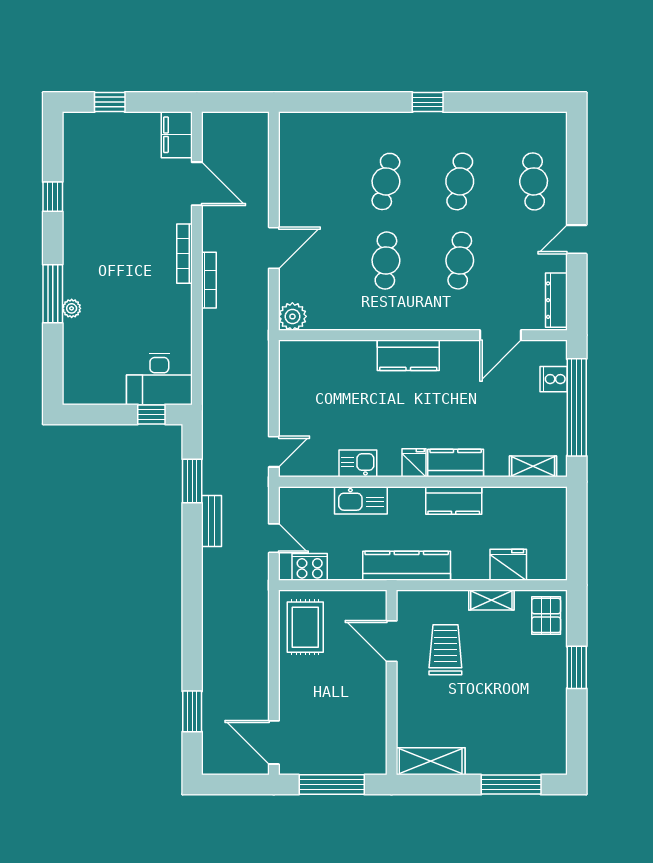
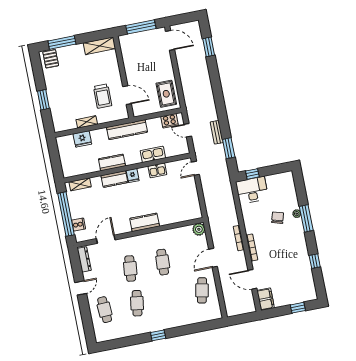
cafe table: (386, 181) -> (202, 290), moved
chair: (115, 308) -> (278, 218), added
pallet: (546, 615) -> (51, 59), moved

